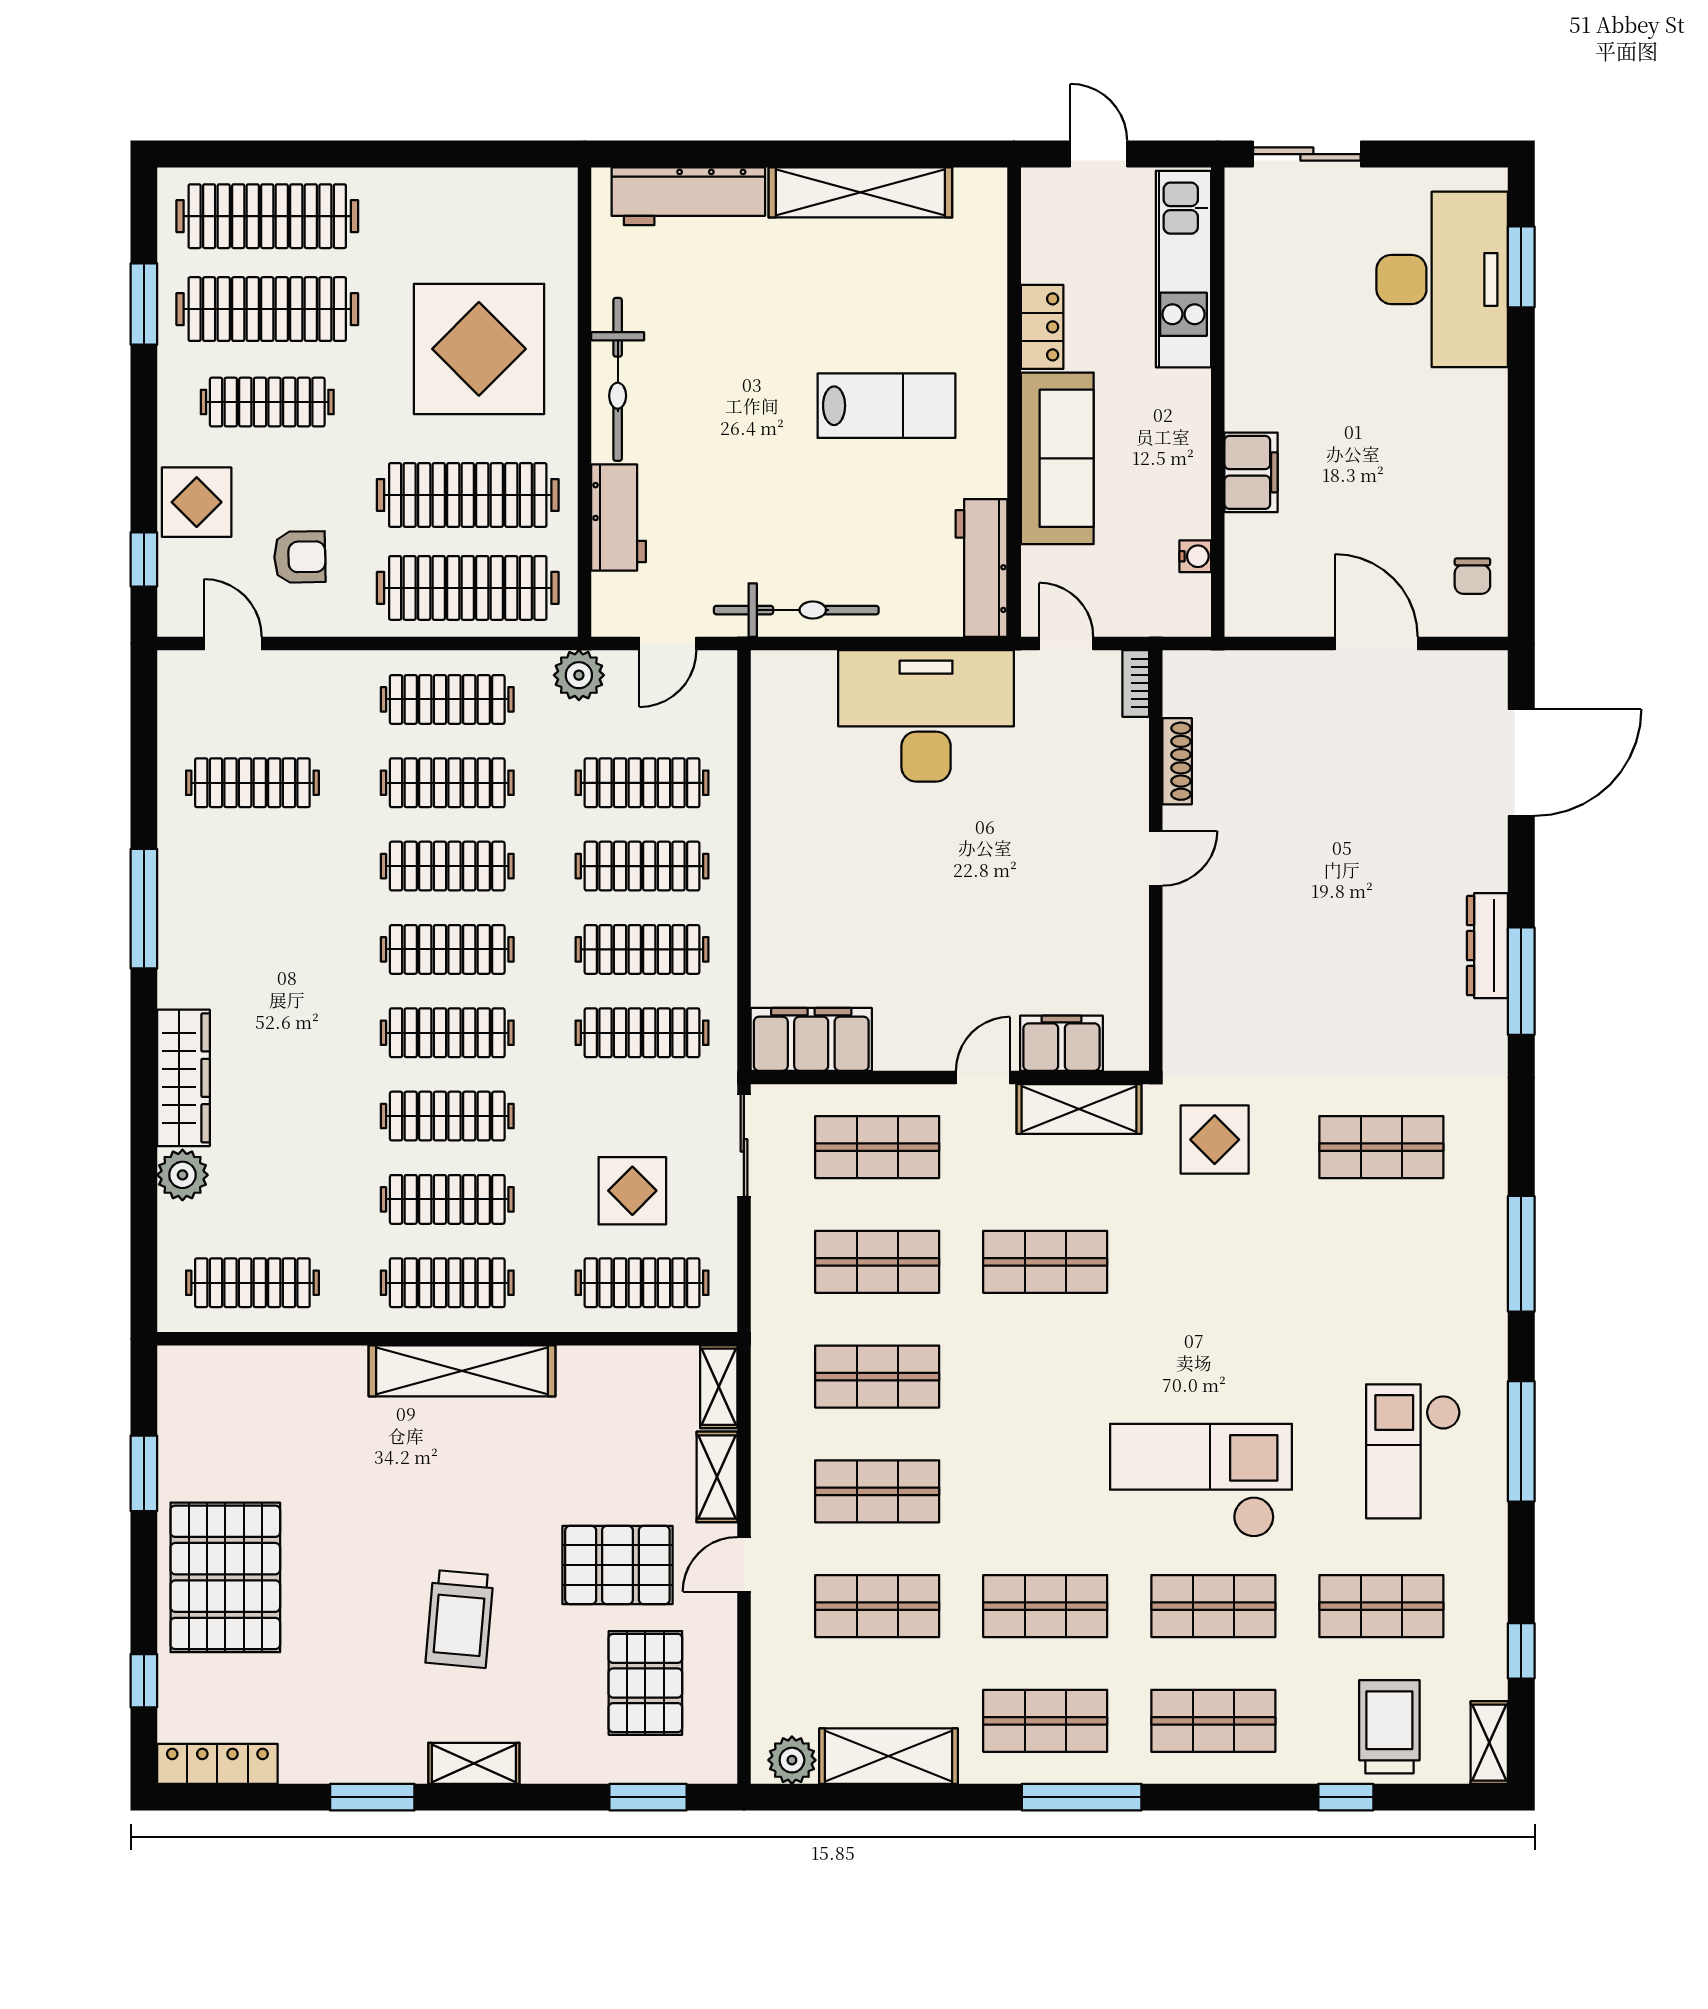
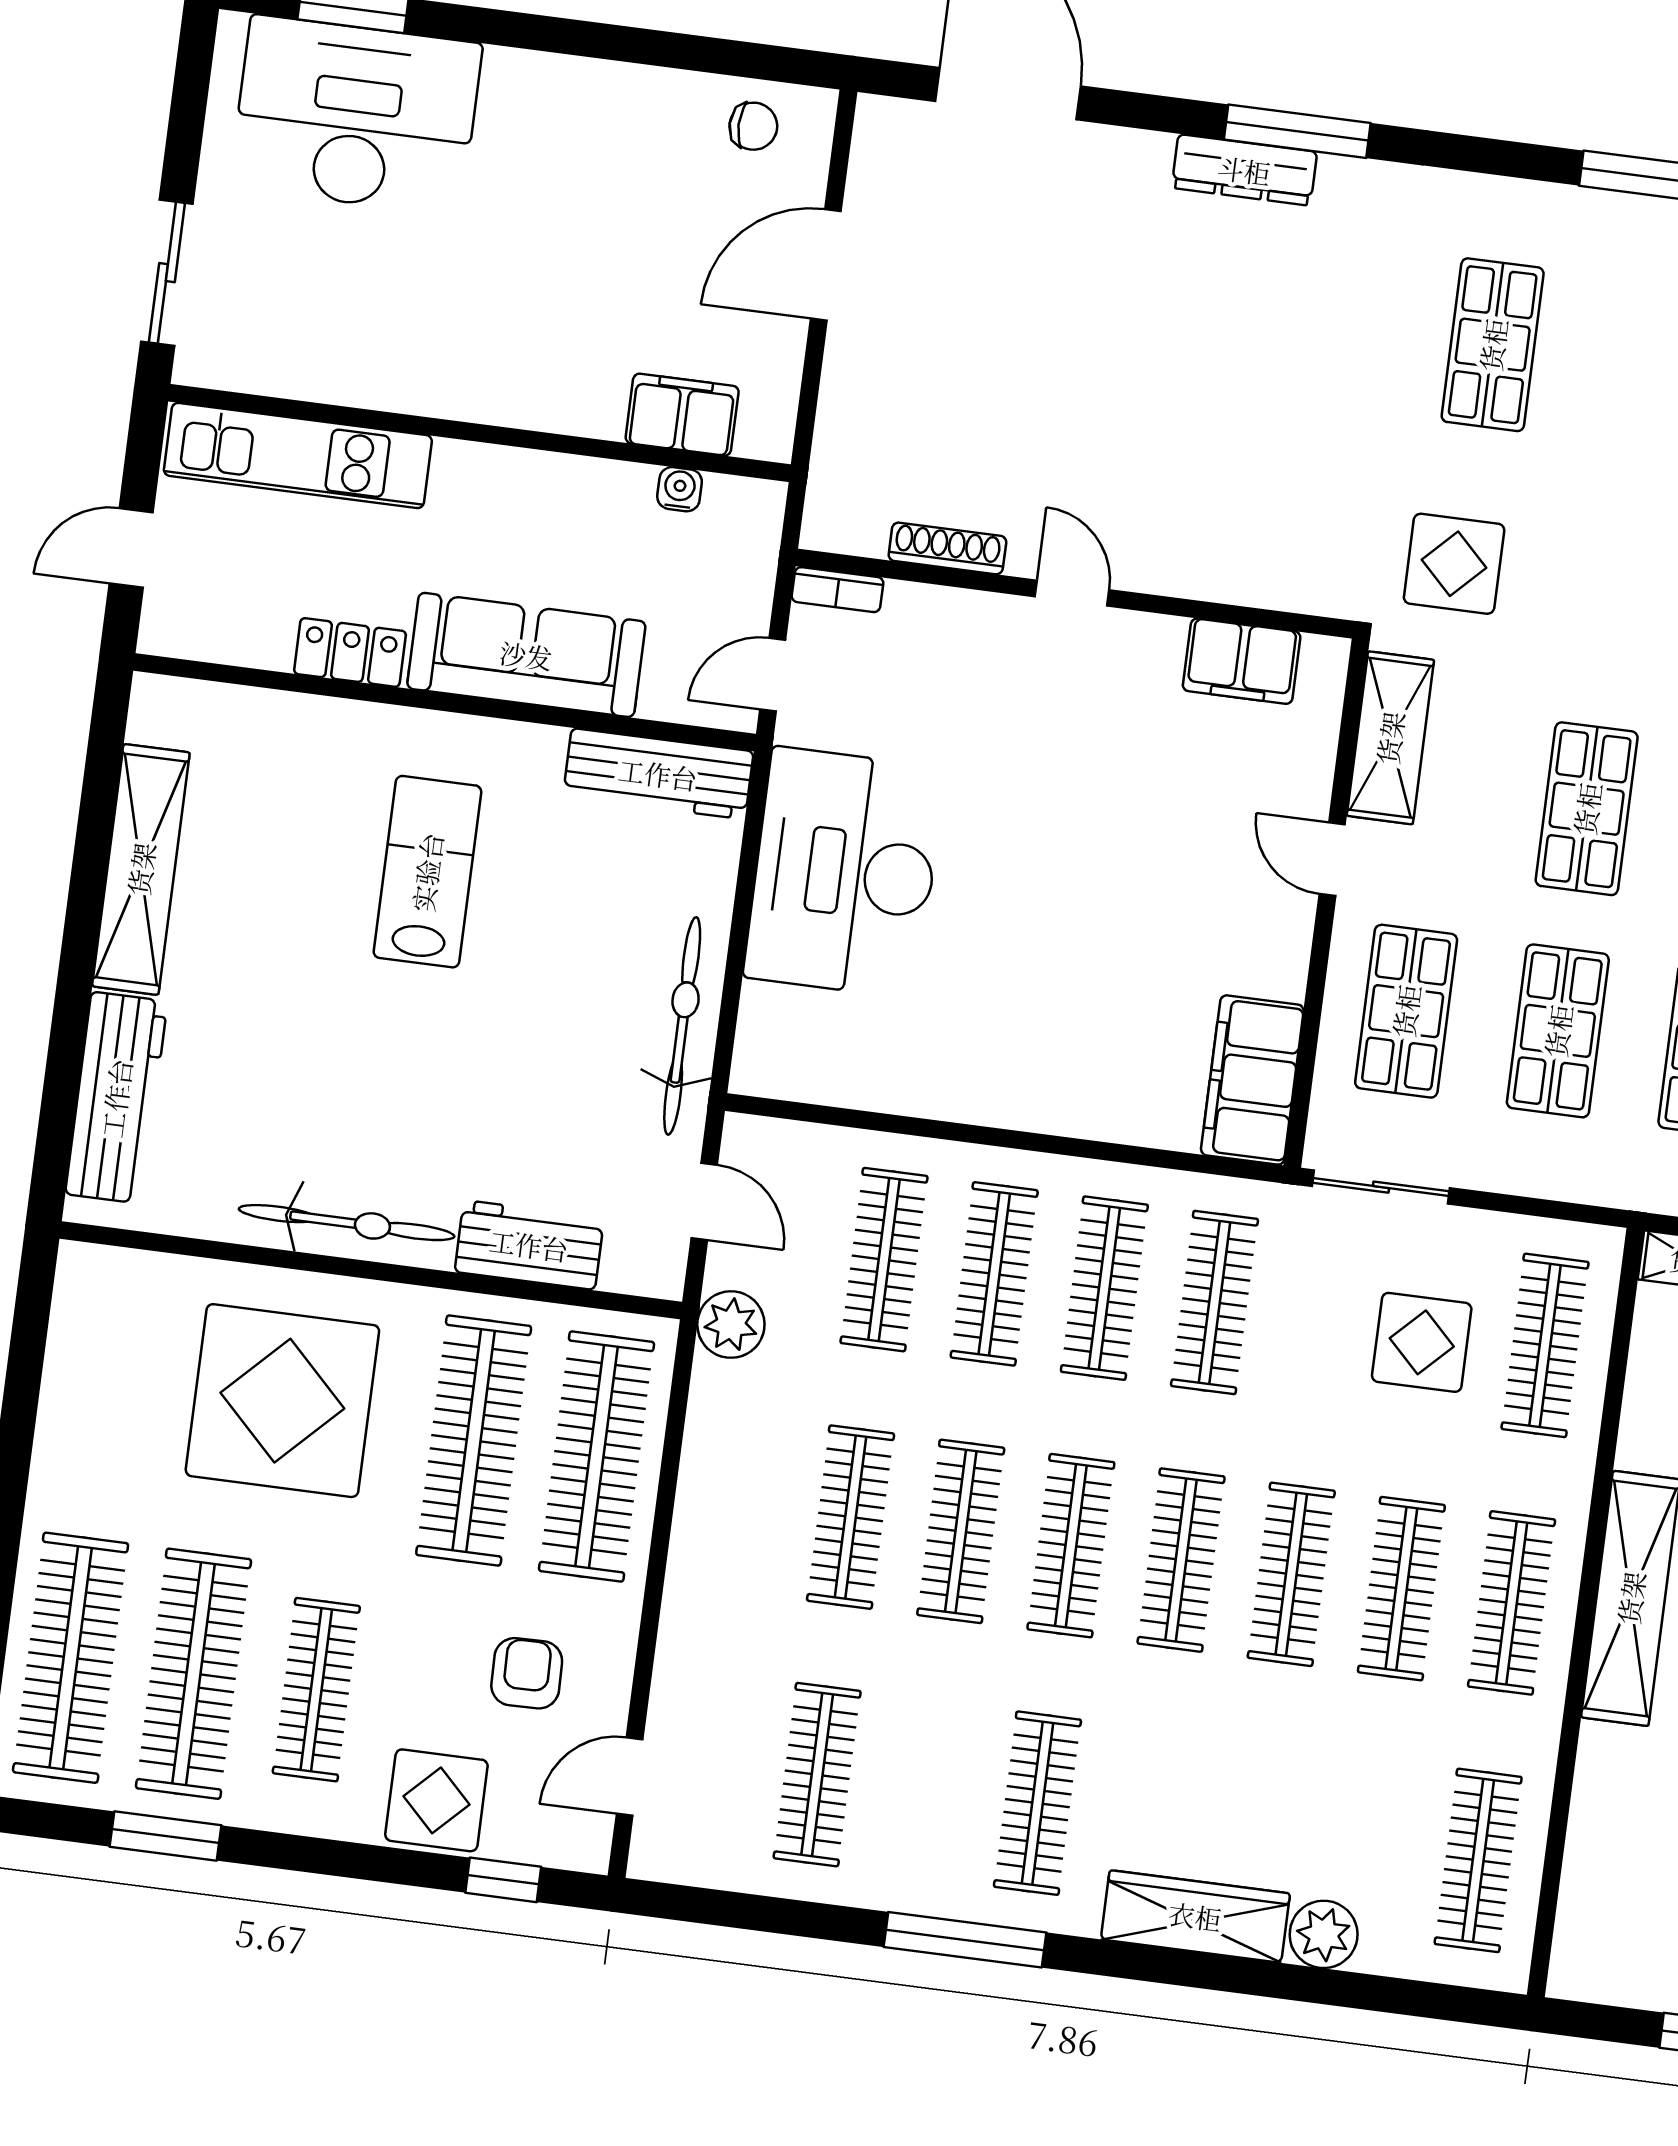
filing cabinet: (1251, 472) -> (682, 415), moved
clothes rail: (447, 699) -> (1037, 1803), moved
filing cabinet: (1061, 1043) -> (1242, 661), moved, turned -90

